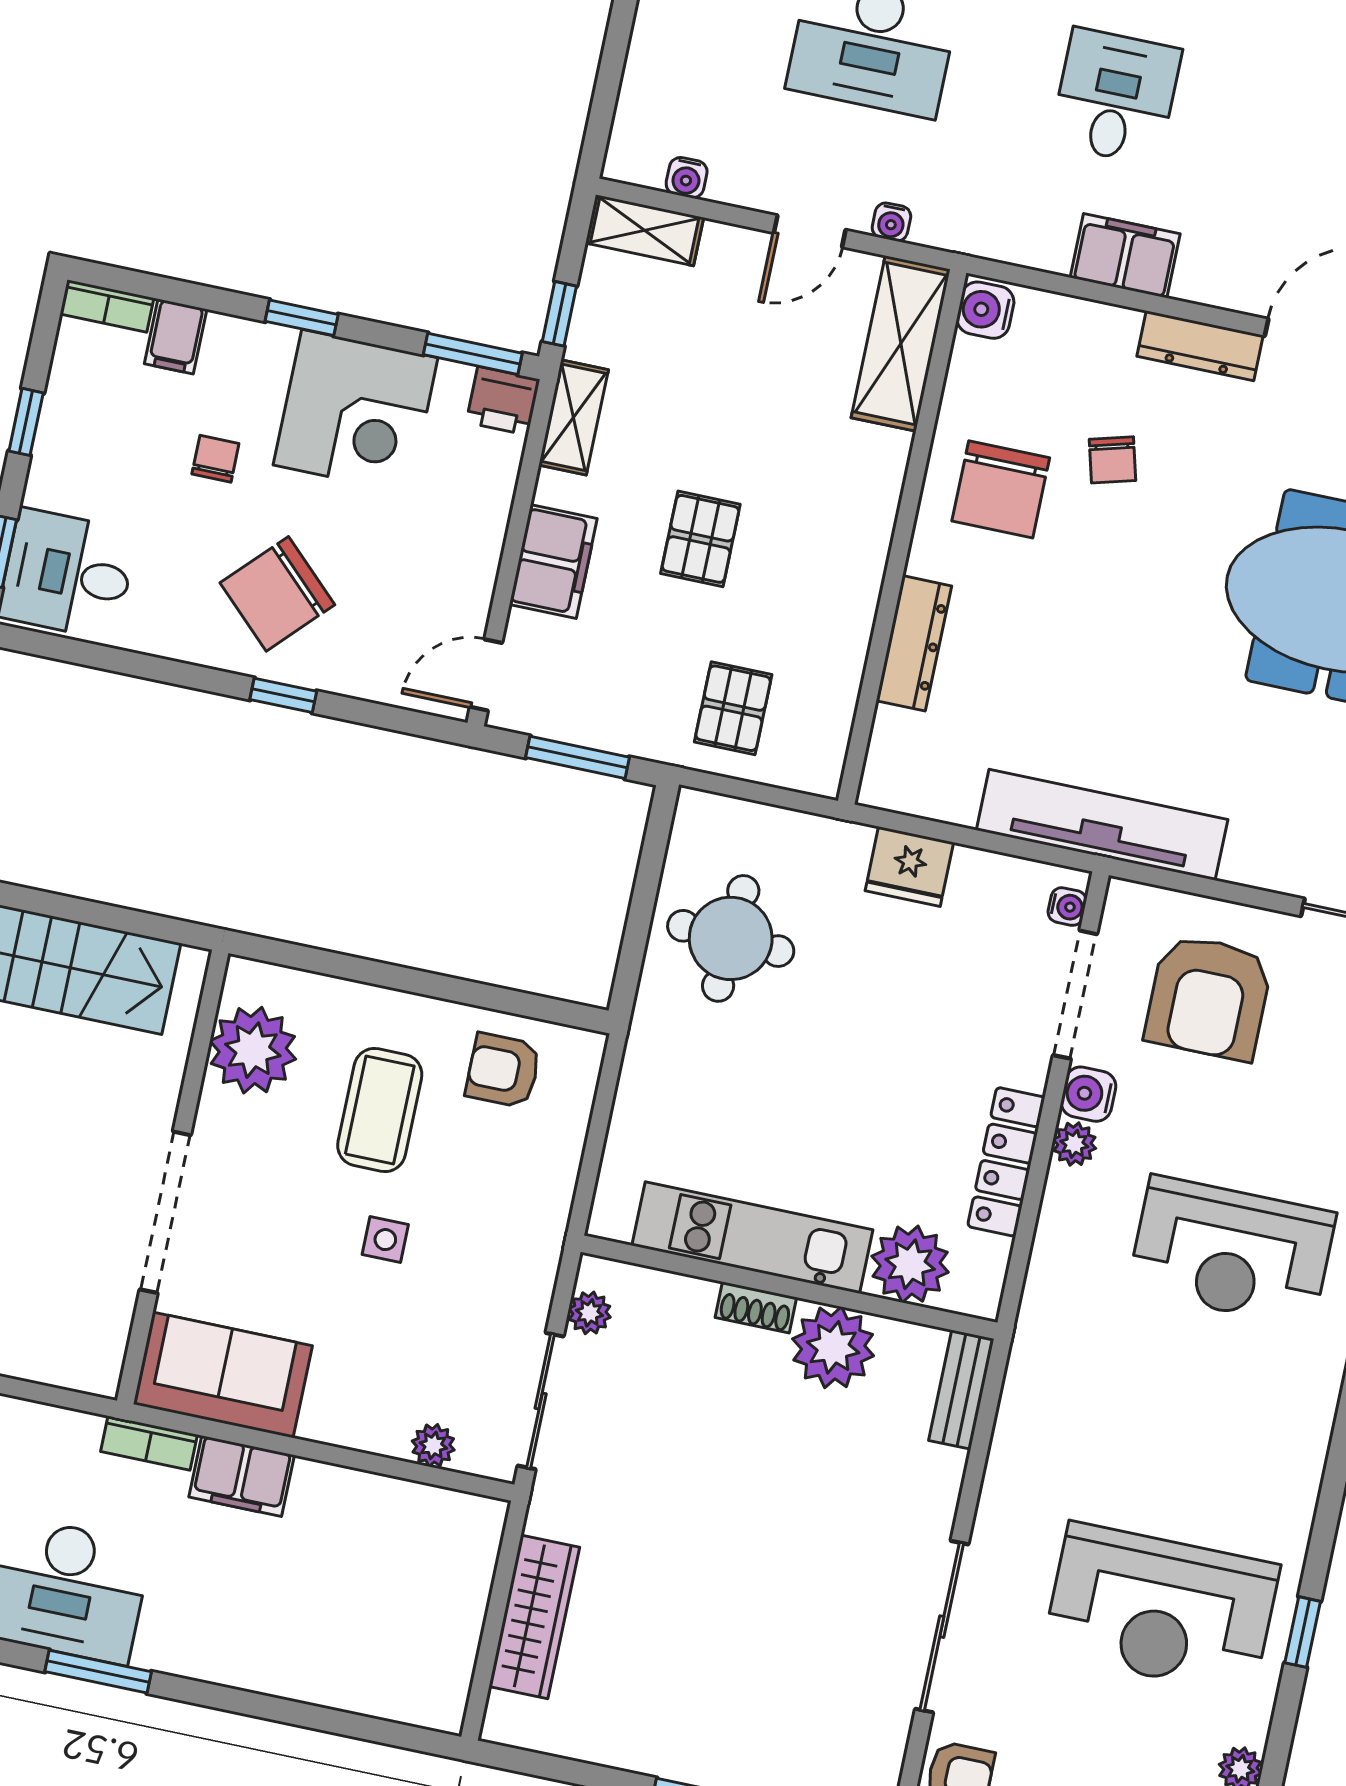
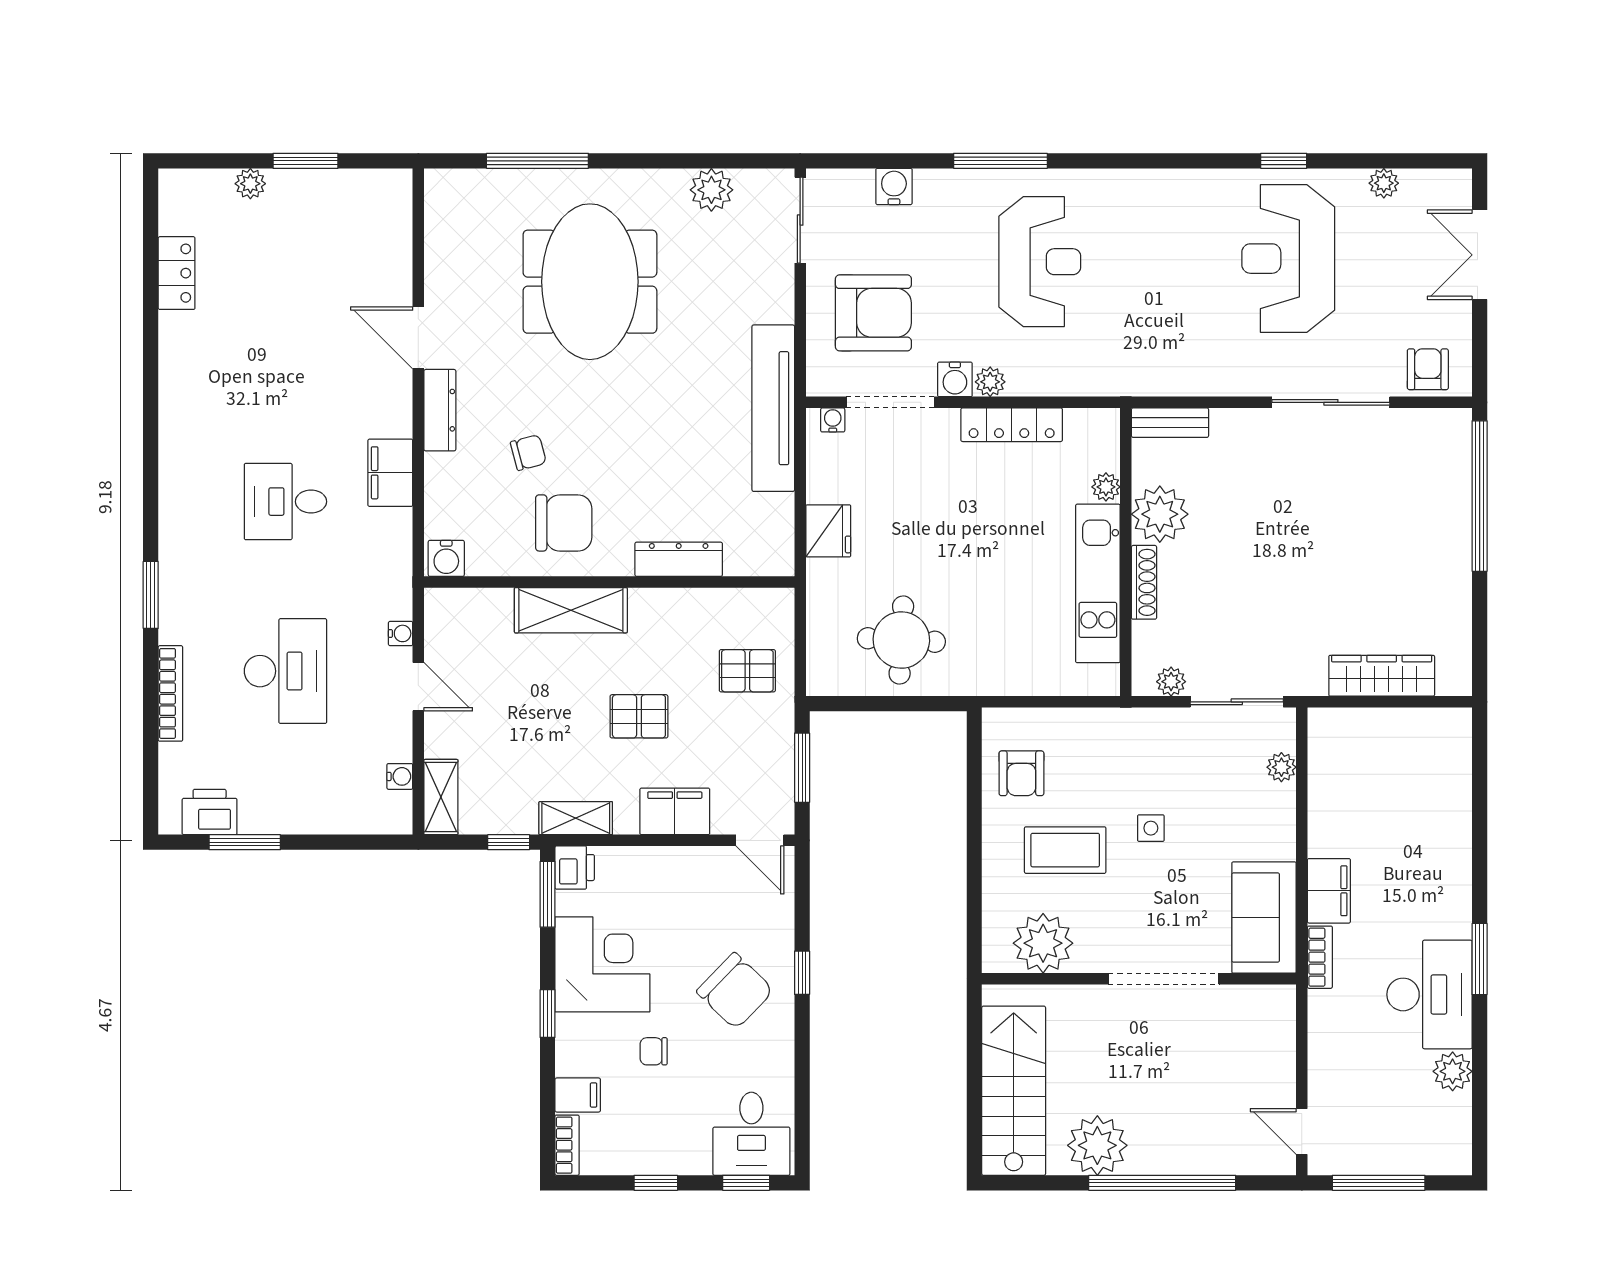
shelving: (901, 344) -> (571, 610), moved
plant: (910, 1264) -> (1106, 487), width x0.53, depth x0.53
shoe rack: (756, 1307) -> (1144, 582), width x1.43
reception desk: (1161, 1609) -> (1288, 259), turned 180

